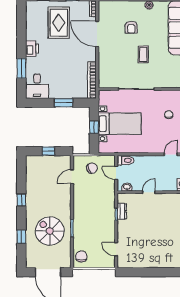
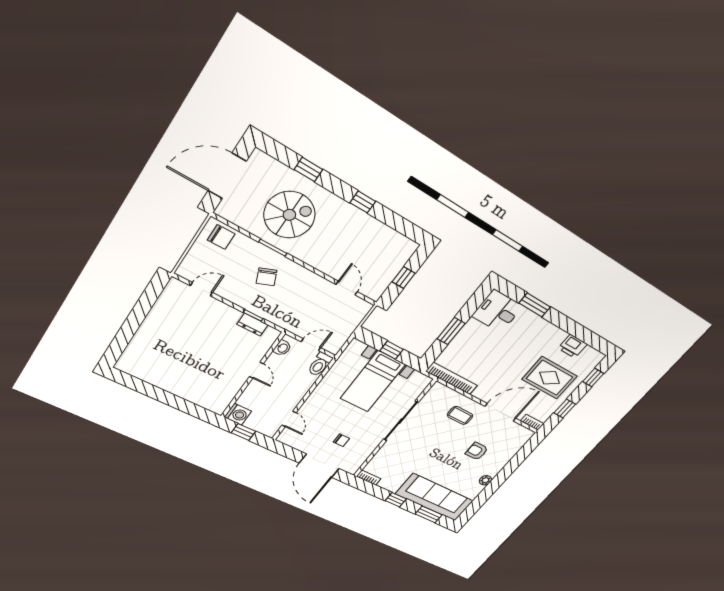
printer: (32, 48) -> (573, 346), moved
coffee table: (143, 54) -> (460, 415), moved
chair: (92, 168) -> (266, 277), moved

